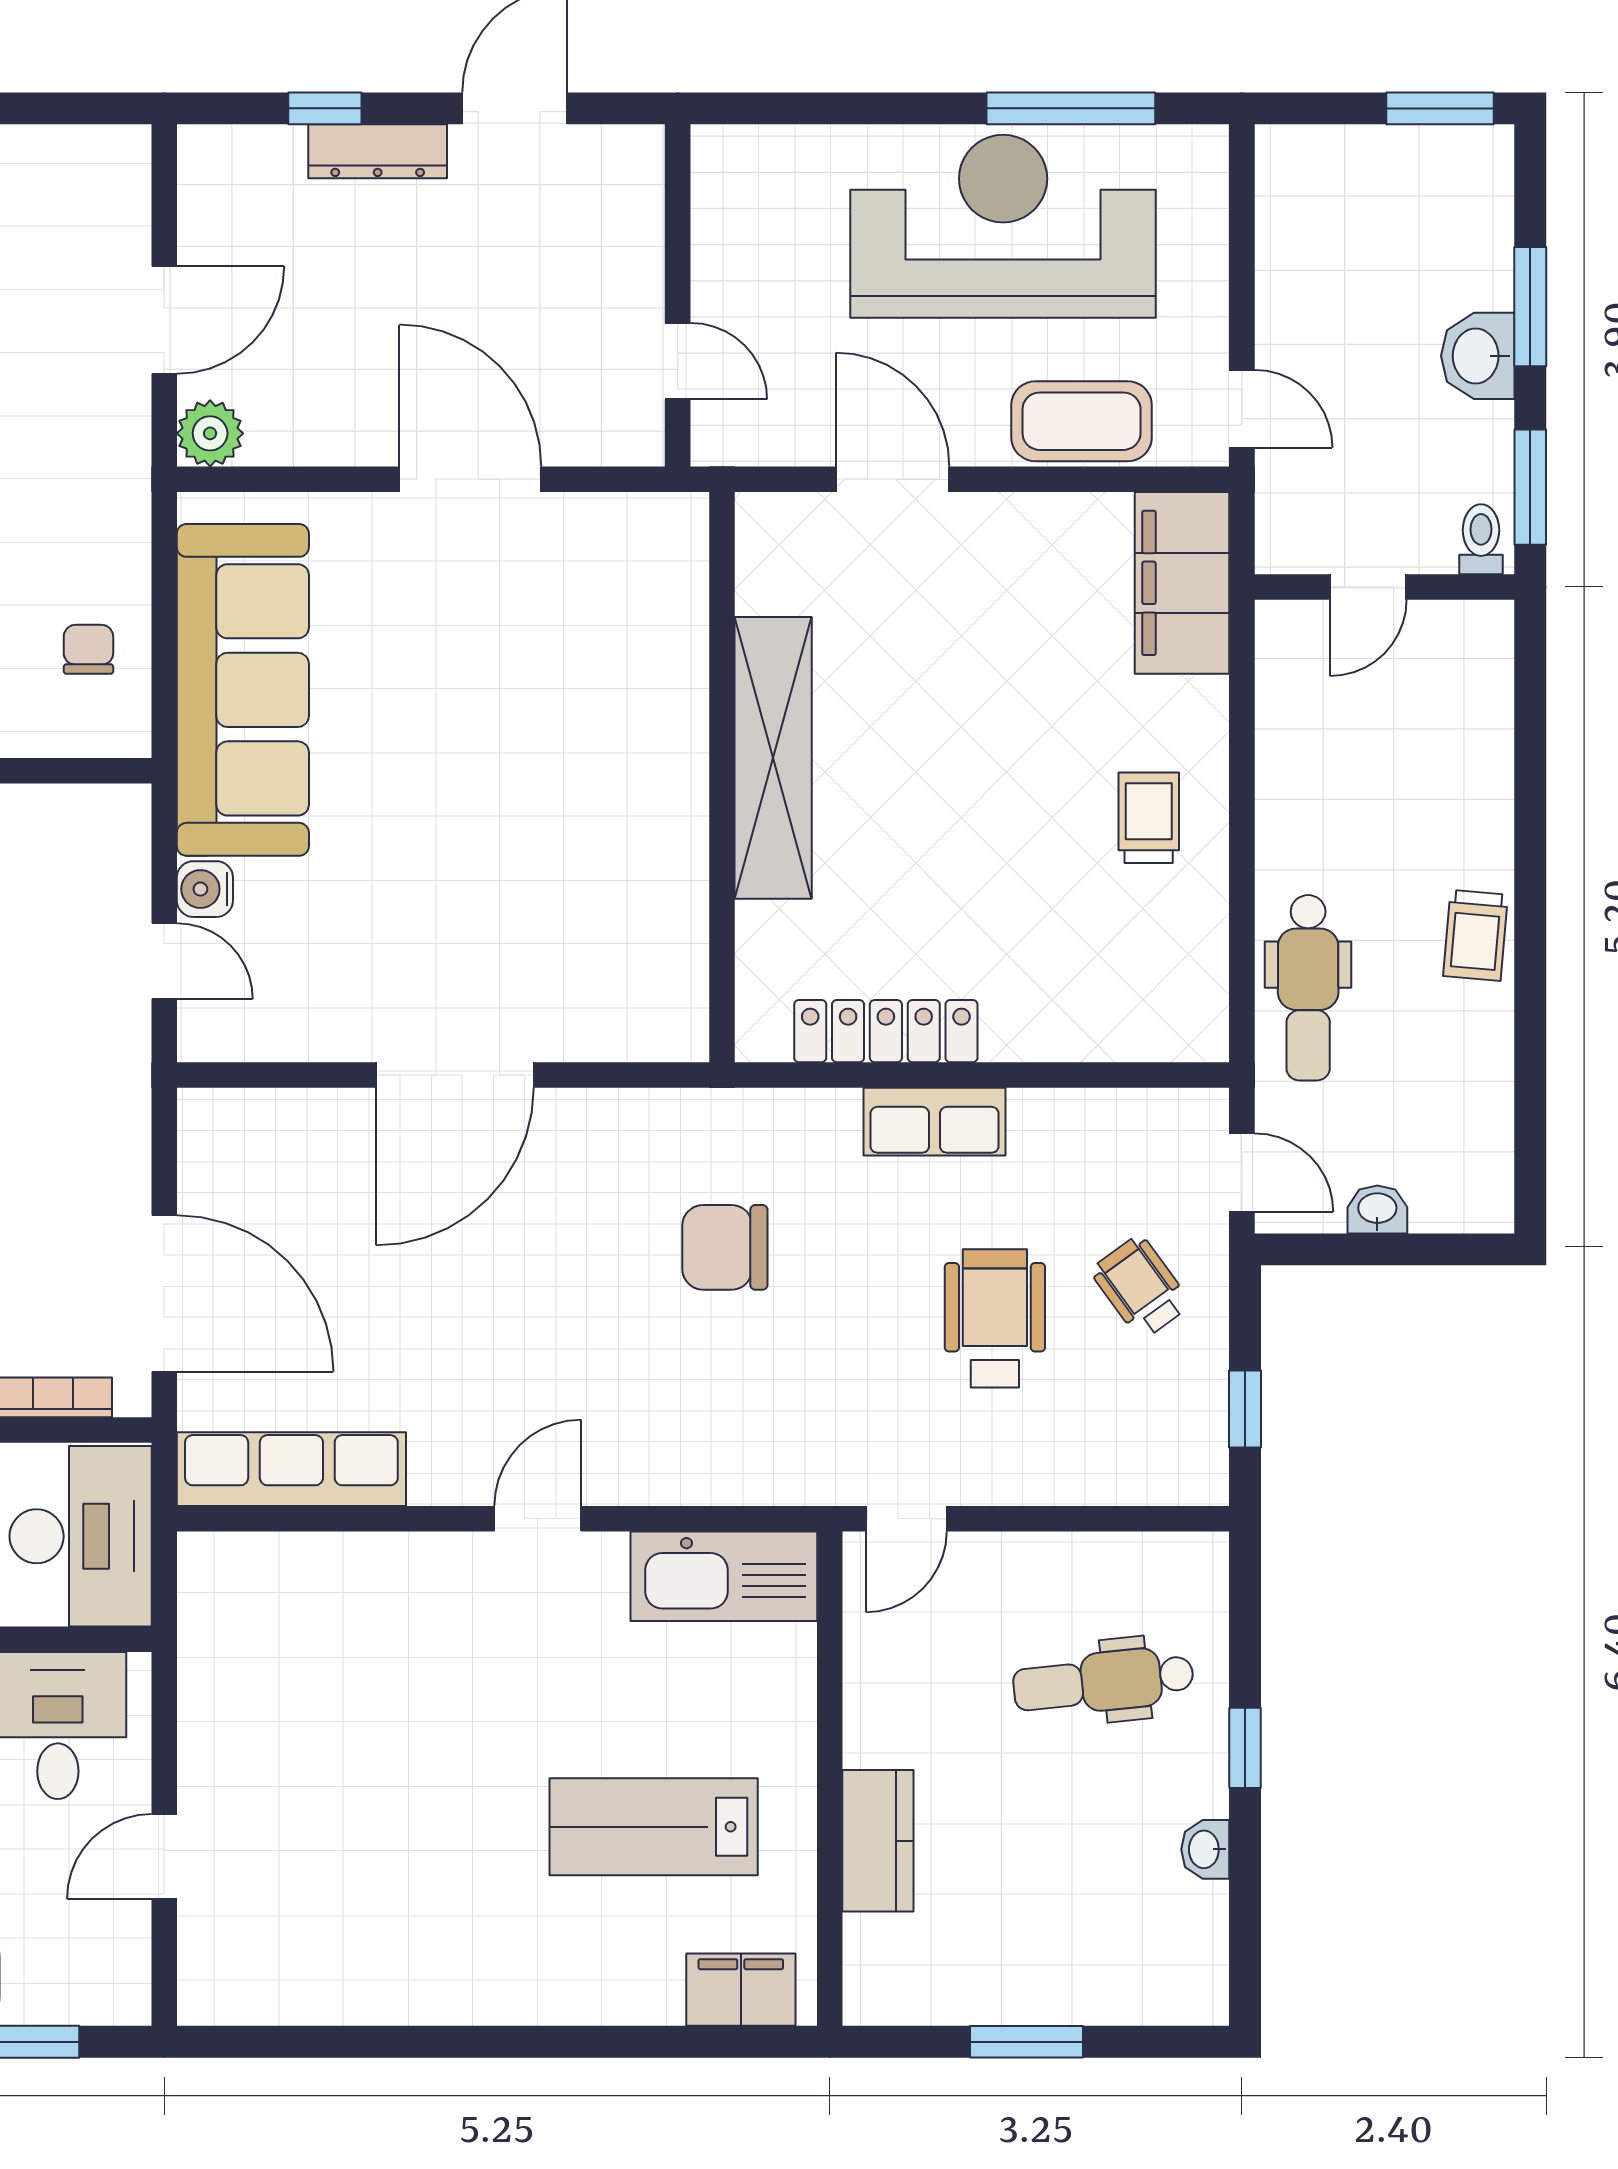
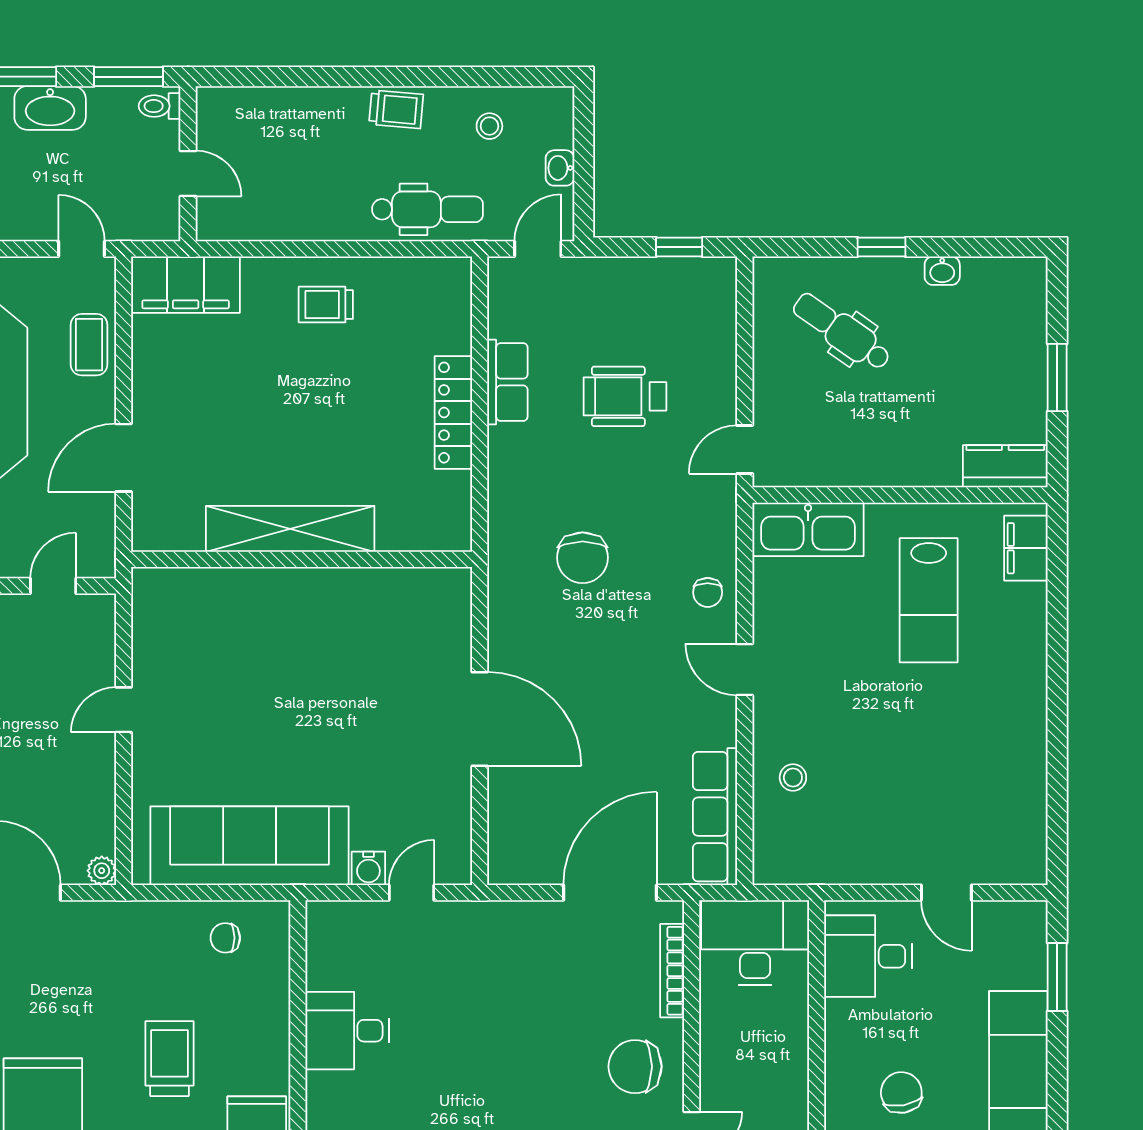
washbasin: (1478, 356) -> (50, 108), width x1.38
door: (1242, 409) -> (82, 249), hinge flipped
coffee table: (1082, 421) -> (89, 345), width x0.73, depth x0.77
plant: (210, 433) -> (102, 871), width x0.73, depth x0.73
door: (470, 479) -> (124, 710), width x0.53
locker: (886, 1031) -> (453, 413), moved
stool: (1447, 1092) -> (489, 126), added
row of seats: (934, 1122) -> (507, 382), moved
wheelchair: (1141, 1287) -> (606, 309), removed
chair: (667, 1457) -> (708, 592), added
door: (906, 1519) -> (745, 449), swing flipped
kitchen sink: (724, 1576) -> (808, 529), moved, turned 90
stool: (357, 1600) -> (793, 777), added
dental chair: (1103, 1681) -> (842, 332), turned 131
kitchen counter: (878, 1841) -> (1005, 466), moved

